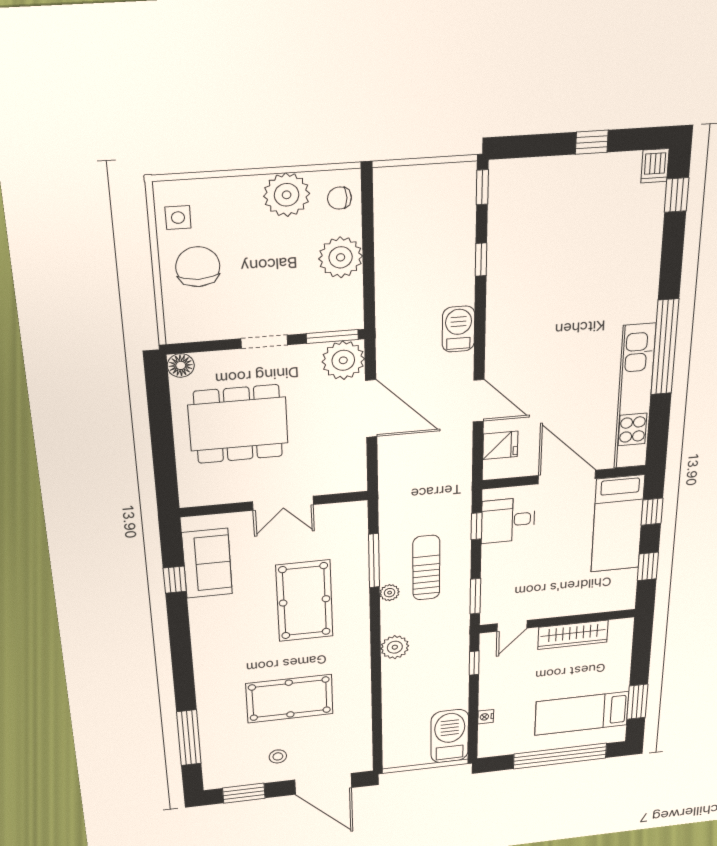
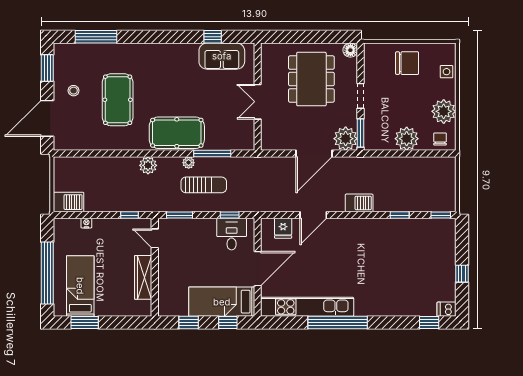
side table: (178, 218) -> (447, 72), moved
pool table: (305, 601) -> (177, 133), moved
barbecue: (450, 736) -> (68, 202), width x0.73, depth x0.83

